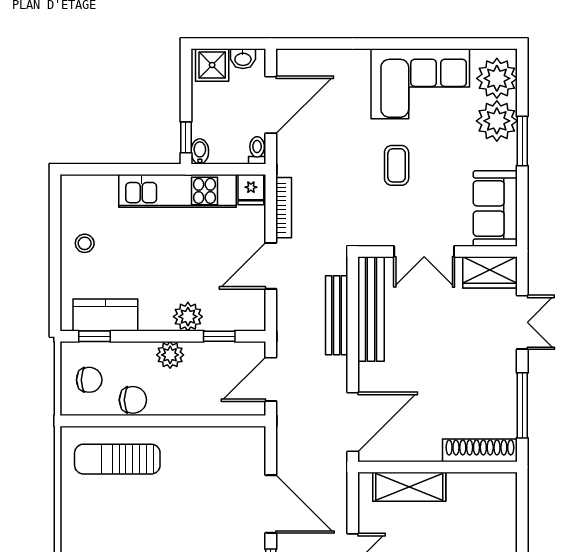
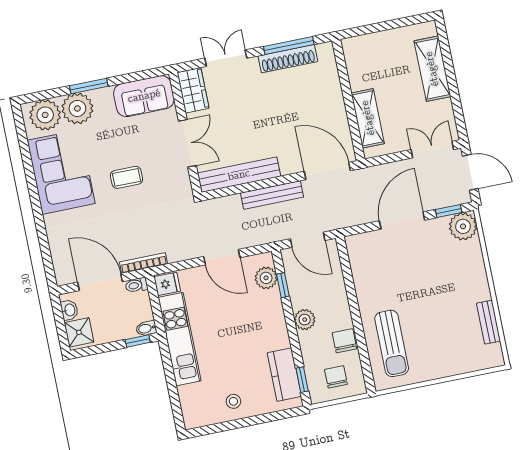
bookcase: (284, 208) -> (144, 263), moved
bench: (337, 315) -> (272, 195), moved
plant: (188, 317) -> (266, 278), moved
shoe rack: (480, 450) -> (288, 59), moved, turned -90

